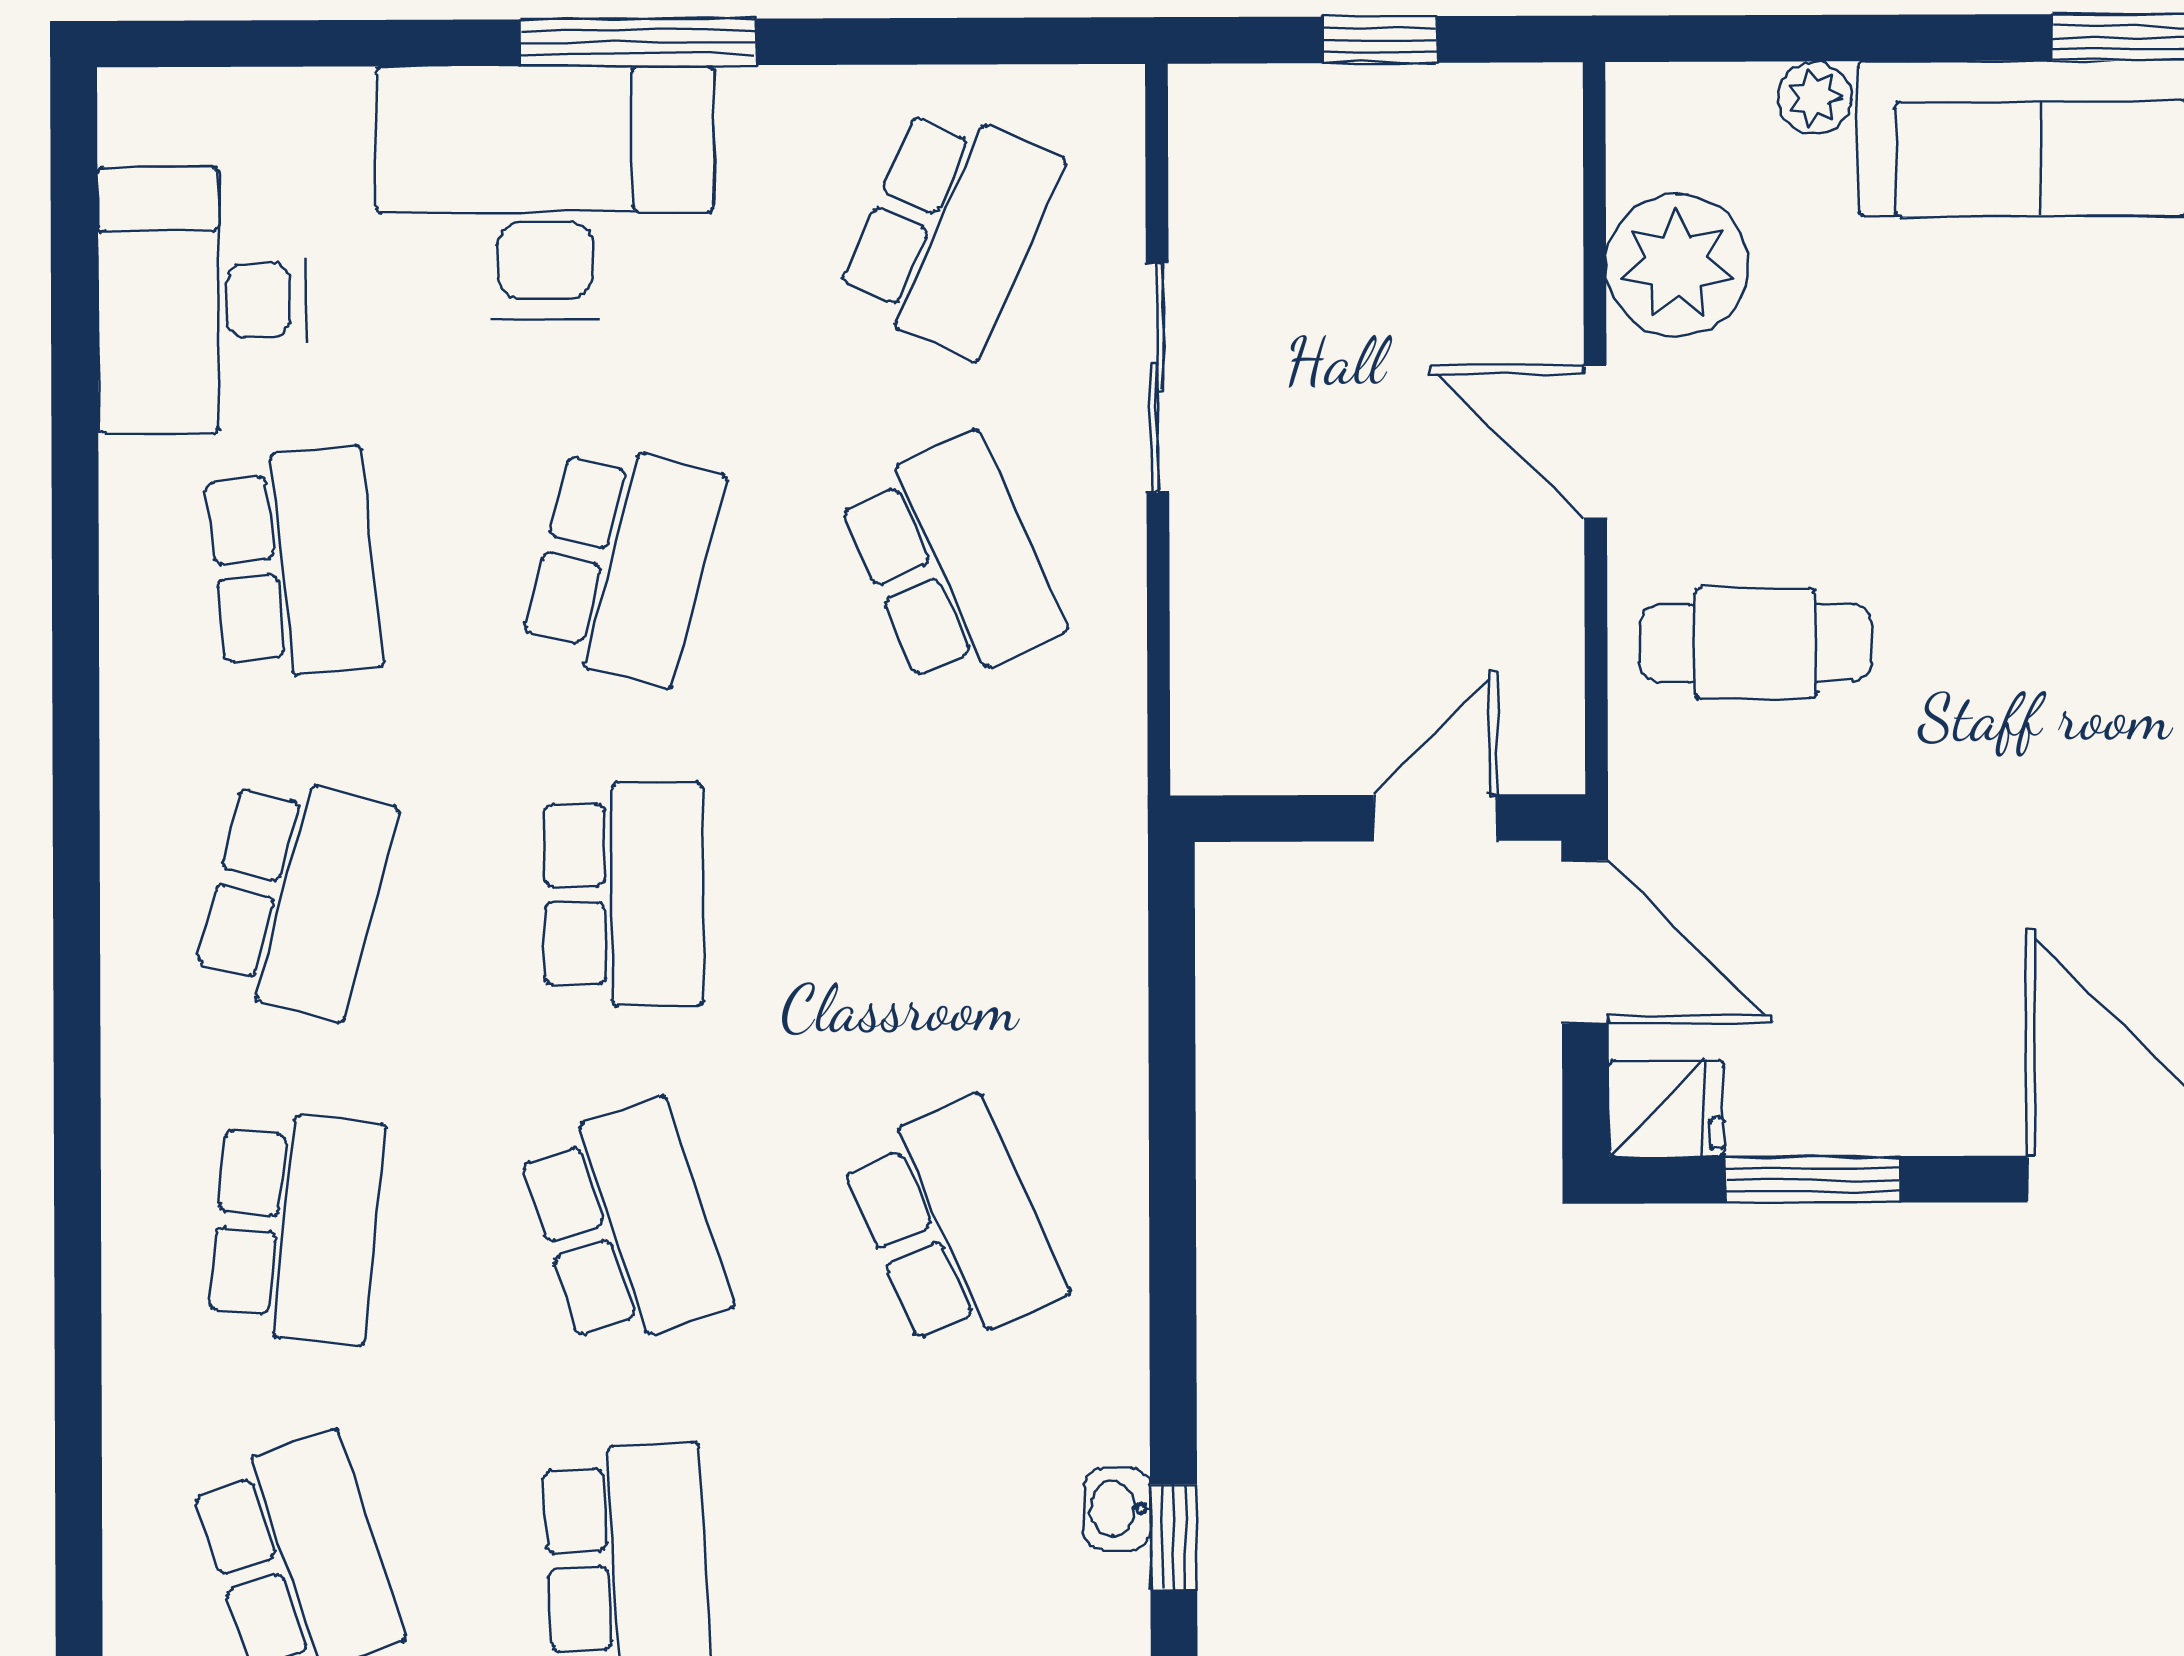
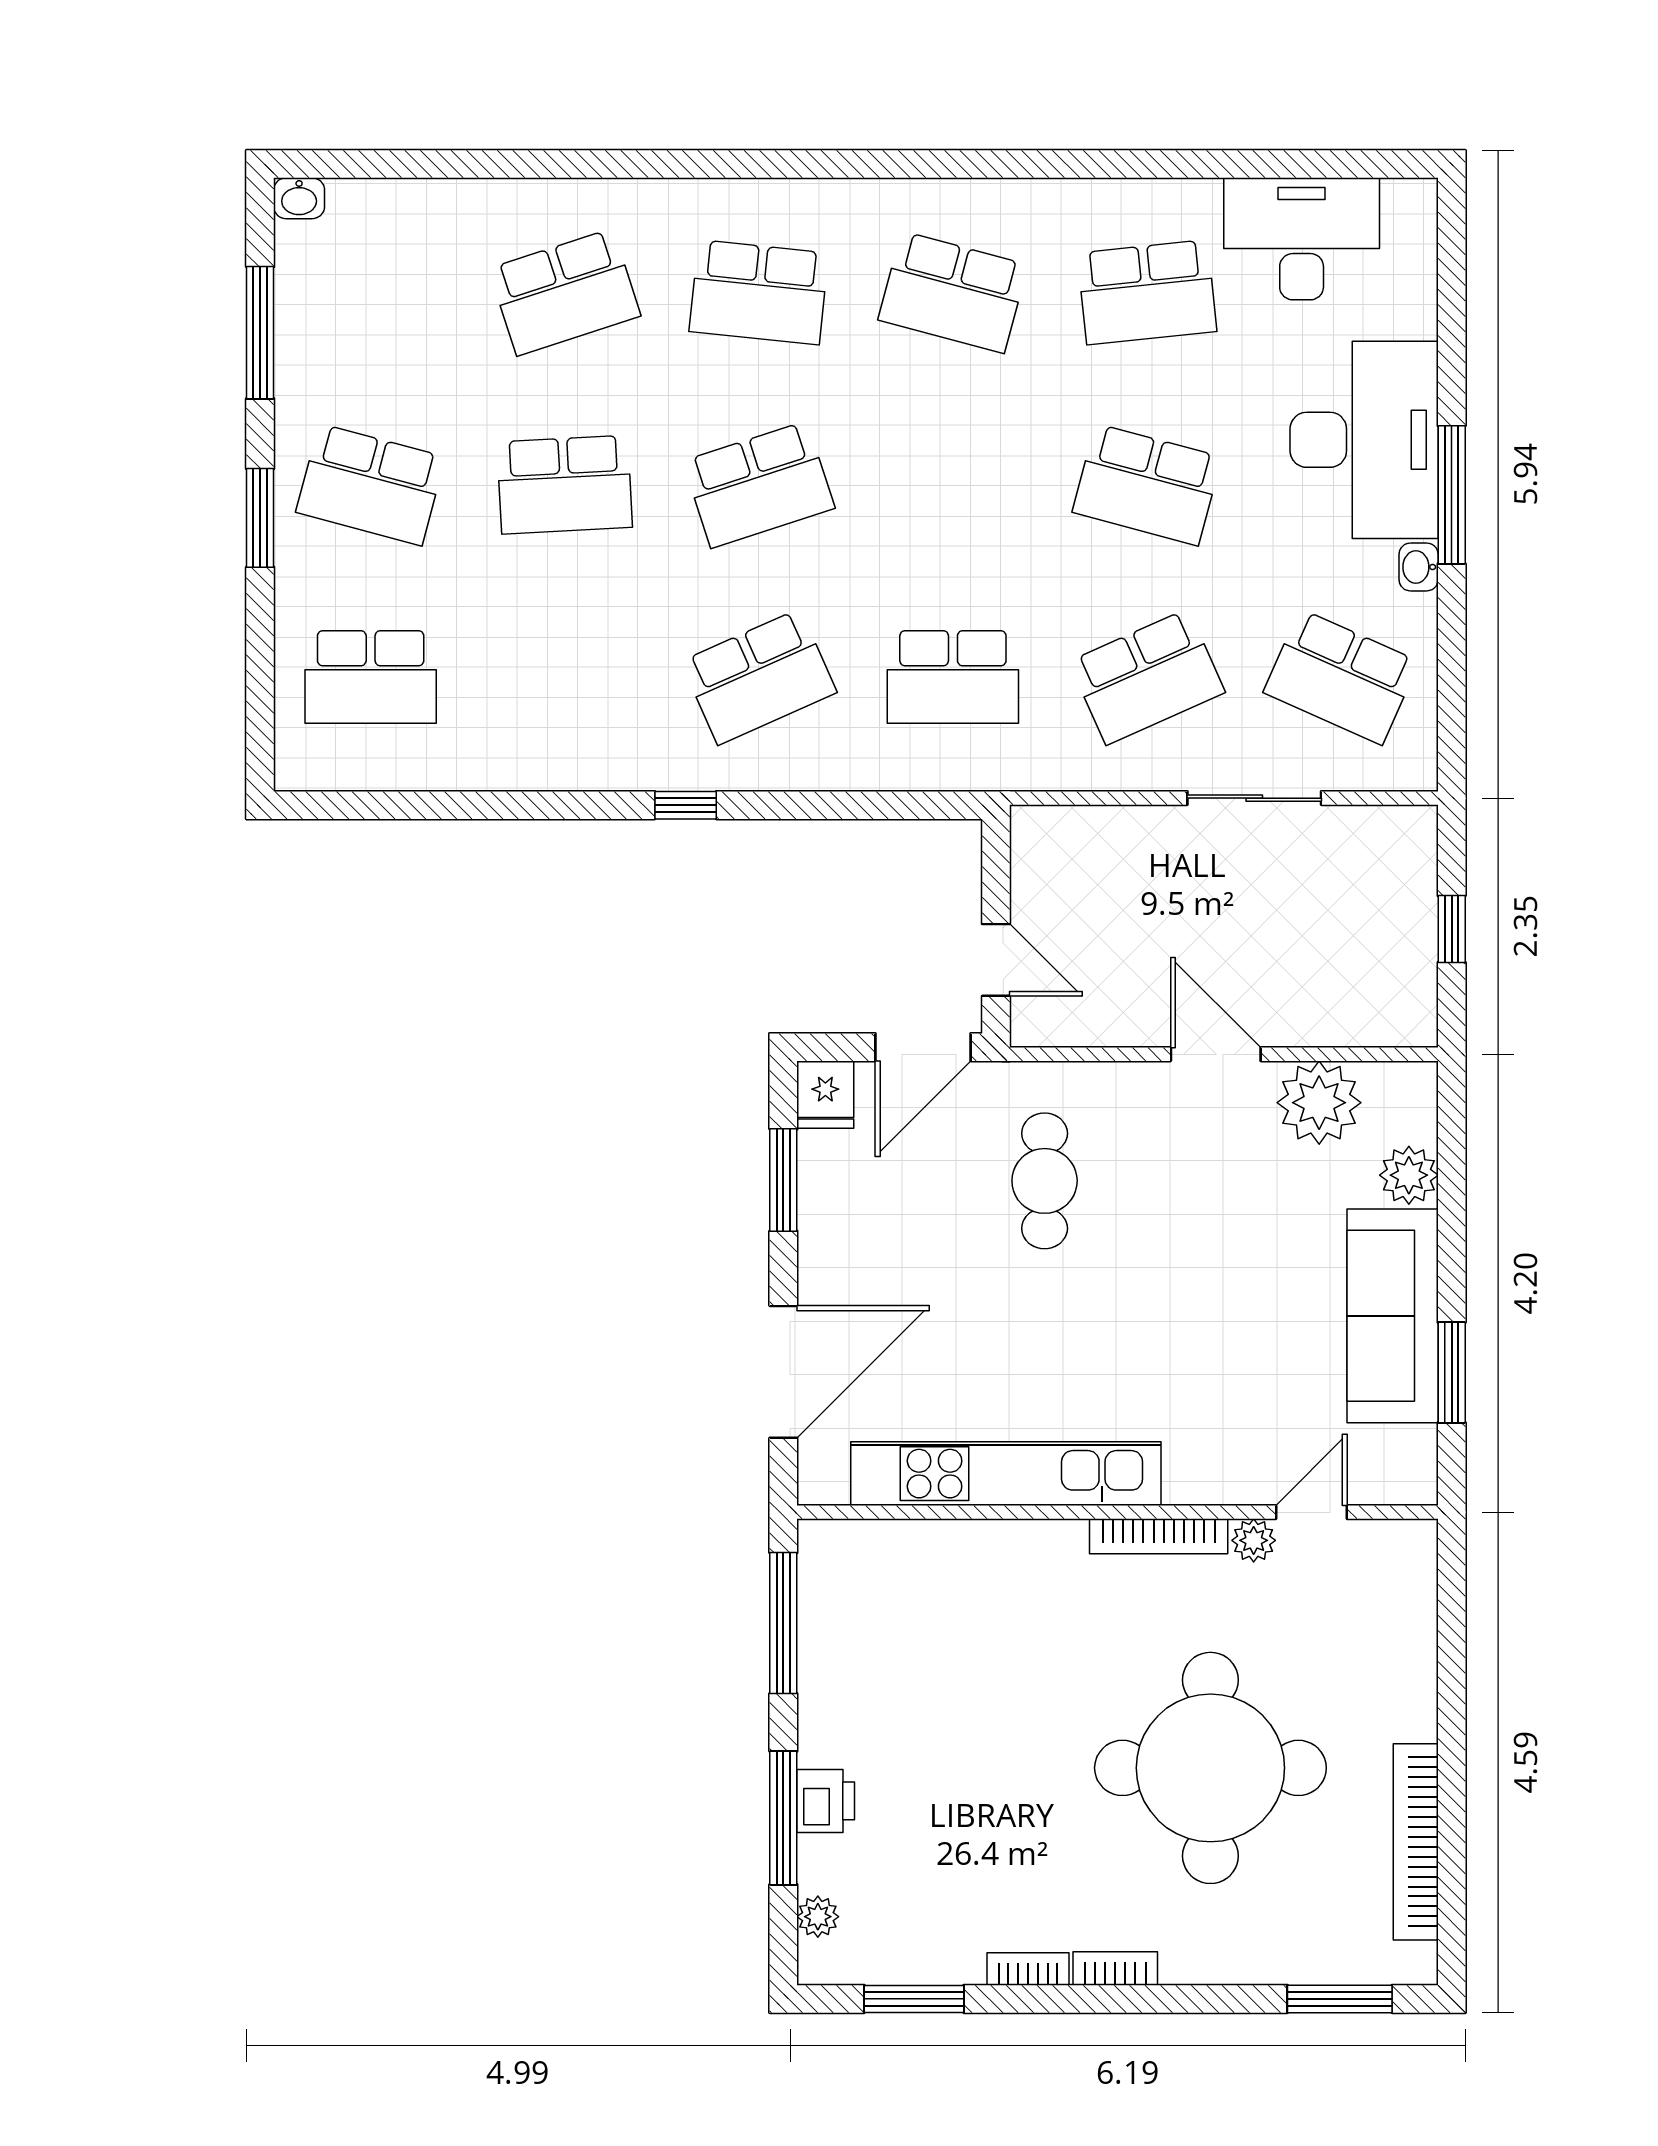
plant: (1814, 98) -> (1409, 1175), width x1.38, depth x1.38
door: (1595, 442) -> (1216, 1054), hinge flipped
cafe table: (1755, 643) -> (1045, 1181), moved
school desk: (624, 894) -> (953, 677), moved
washbasin: (1117, 1509) -> (1419, 567), moved, turned -90
window: (1174, 1537) -> (686, 805), moved

